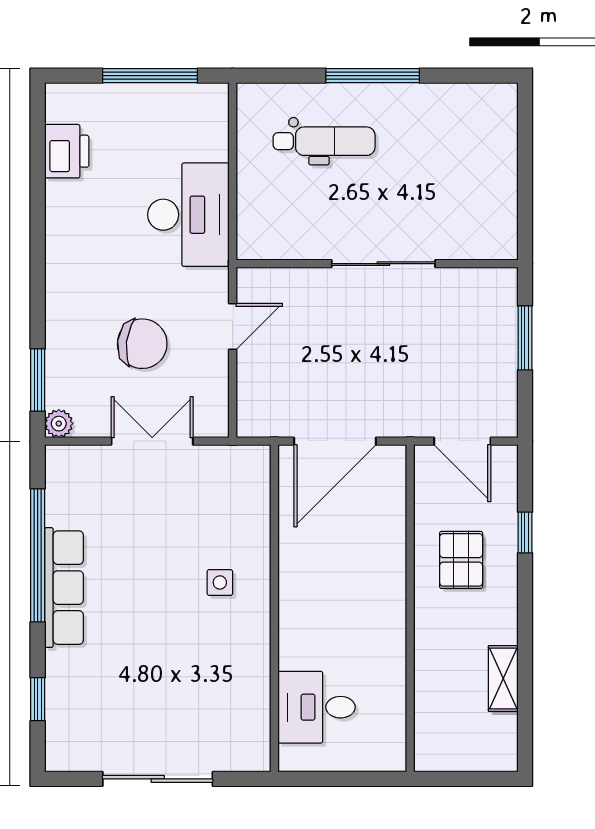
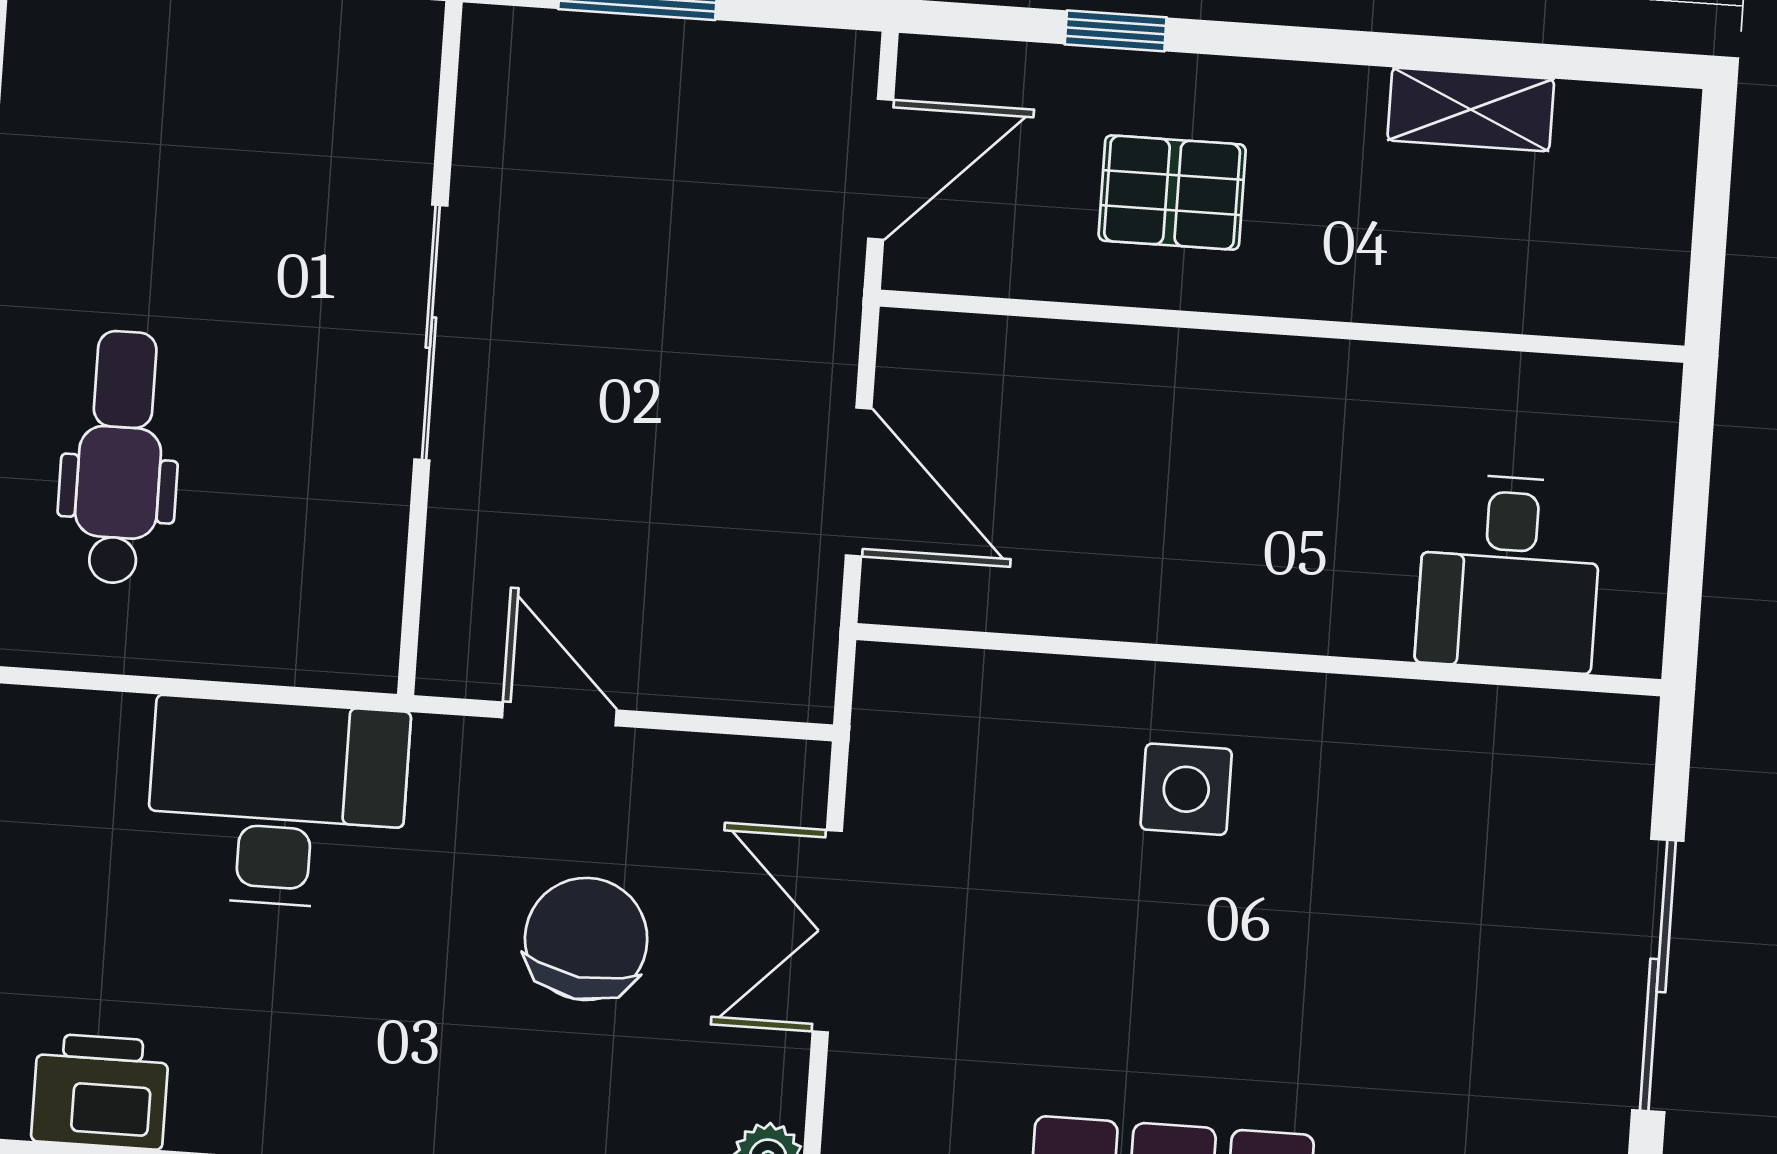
door: (335, 441) -> (859, 482), width x0.73
side table: (220, 582) -> (1186, 789), width x1.37, depth x1.37

